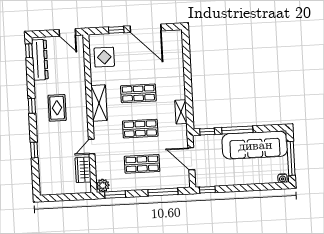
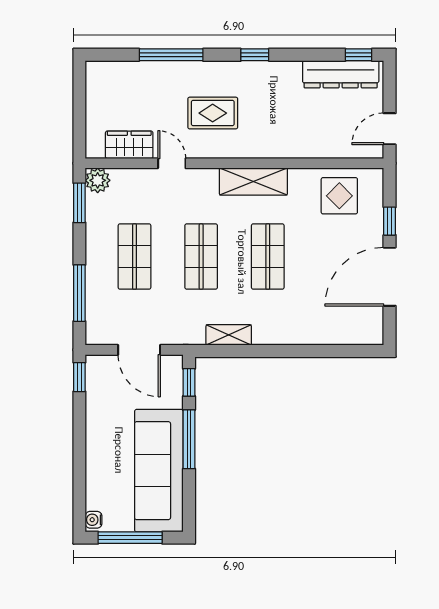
rug: (57, 108) -> (213, 113), moved
window: (34, 150) -> (171, 55), width x2.17
door: (191, 159) -> (139, 350), swing flipped

